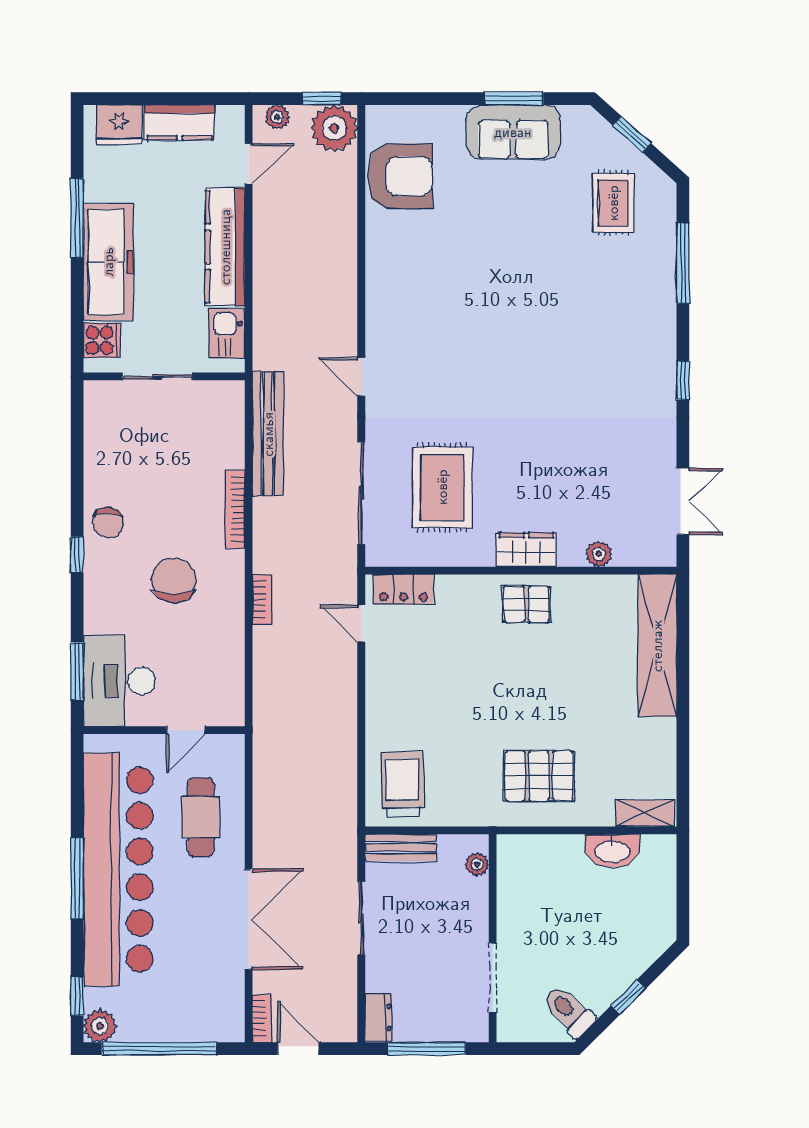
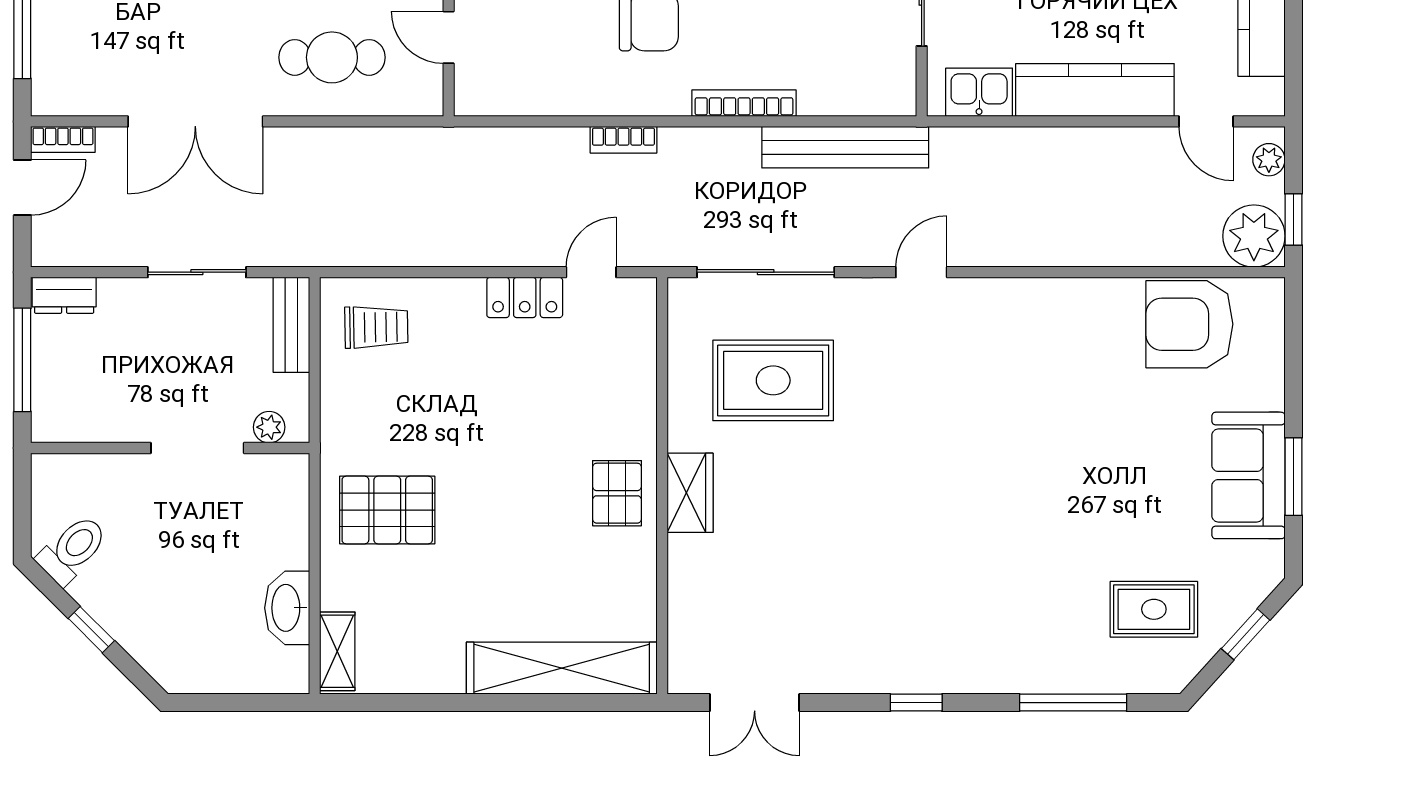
armchair: (400, 176) -> (1189, 324), turned 90
plant: (599, 554) -> (684, 590), removed
locker: (403, 589) -> (525, 297), moved, turned -90
pallet: (539, 776) -> (387, 510), turned 90
trolley: (402, 784) -> (376, 327), width x0.73, depth x0.72
doorway: (493, 978) -> (197, 448), moved

